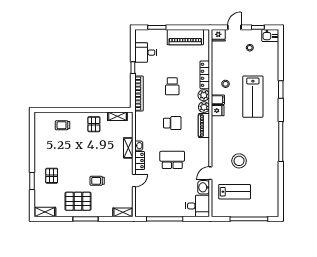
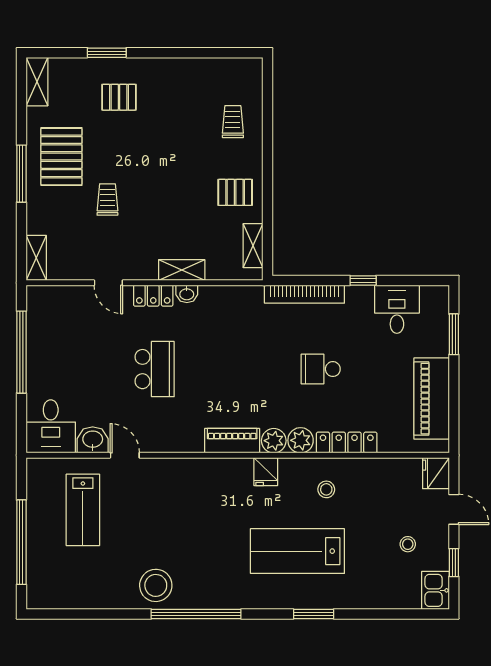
filing cabinet: (218, 100) -> (290, 472), removed
school desk: (172, 123) -> (238, 369), removed
stool: (239, 161) -> (156, 585), moved

